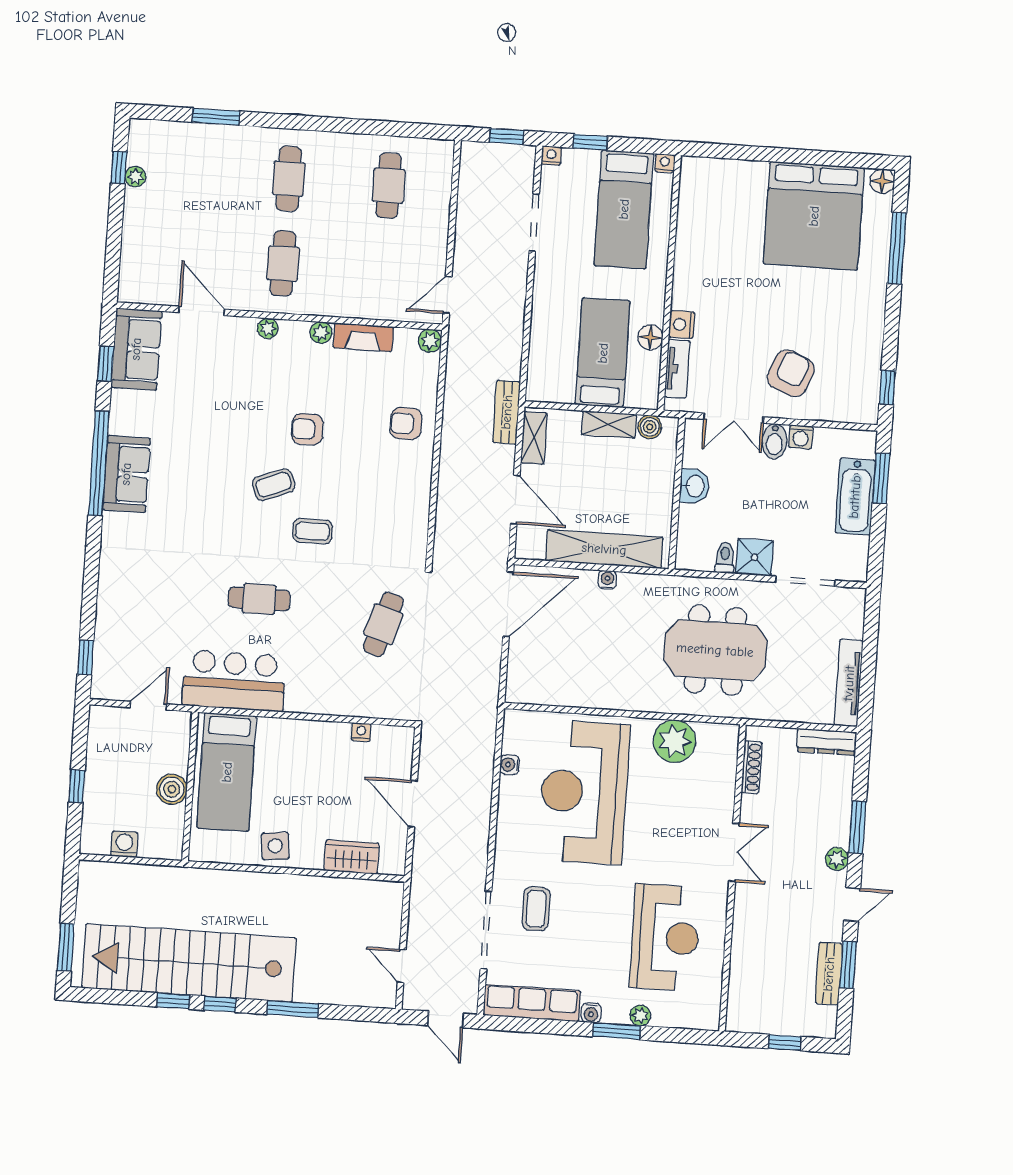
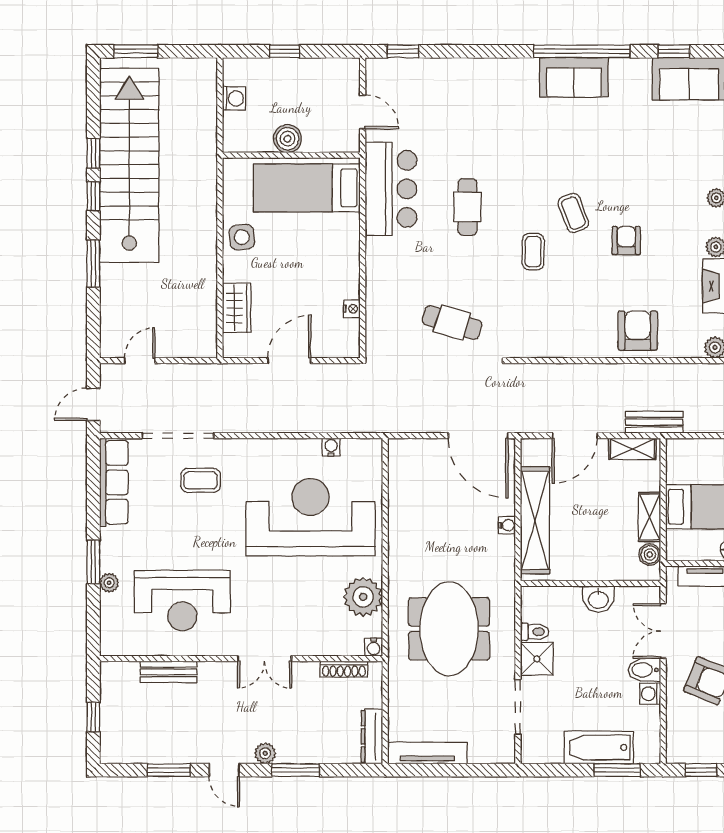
armchair: (406, 424) -> (638, 331), width x1.38, depth x1.38
bench: (829, 974) -> (169, 672), moved
water cooler: (591, 1013) -> (374, 647), moved, turned -90

